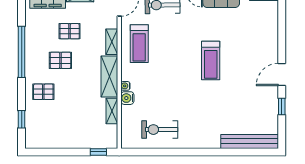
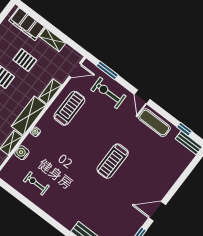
treadmill: (139, 44) -> (69, 108), turned 180
water cooler: (127, 98) -> (22, 153), moved
exercise bike: (160, 130) -> (36, 183), width x0.73, depth x0.72

